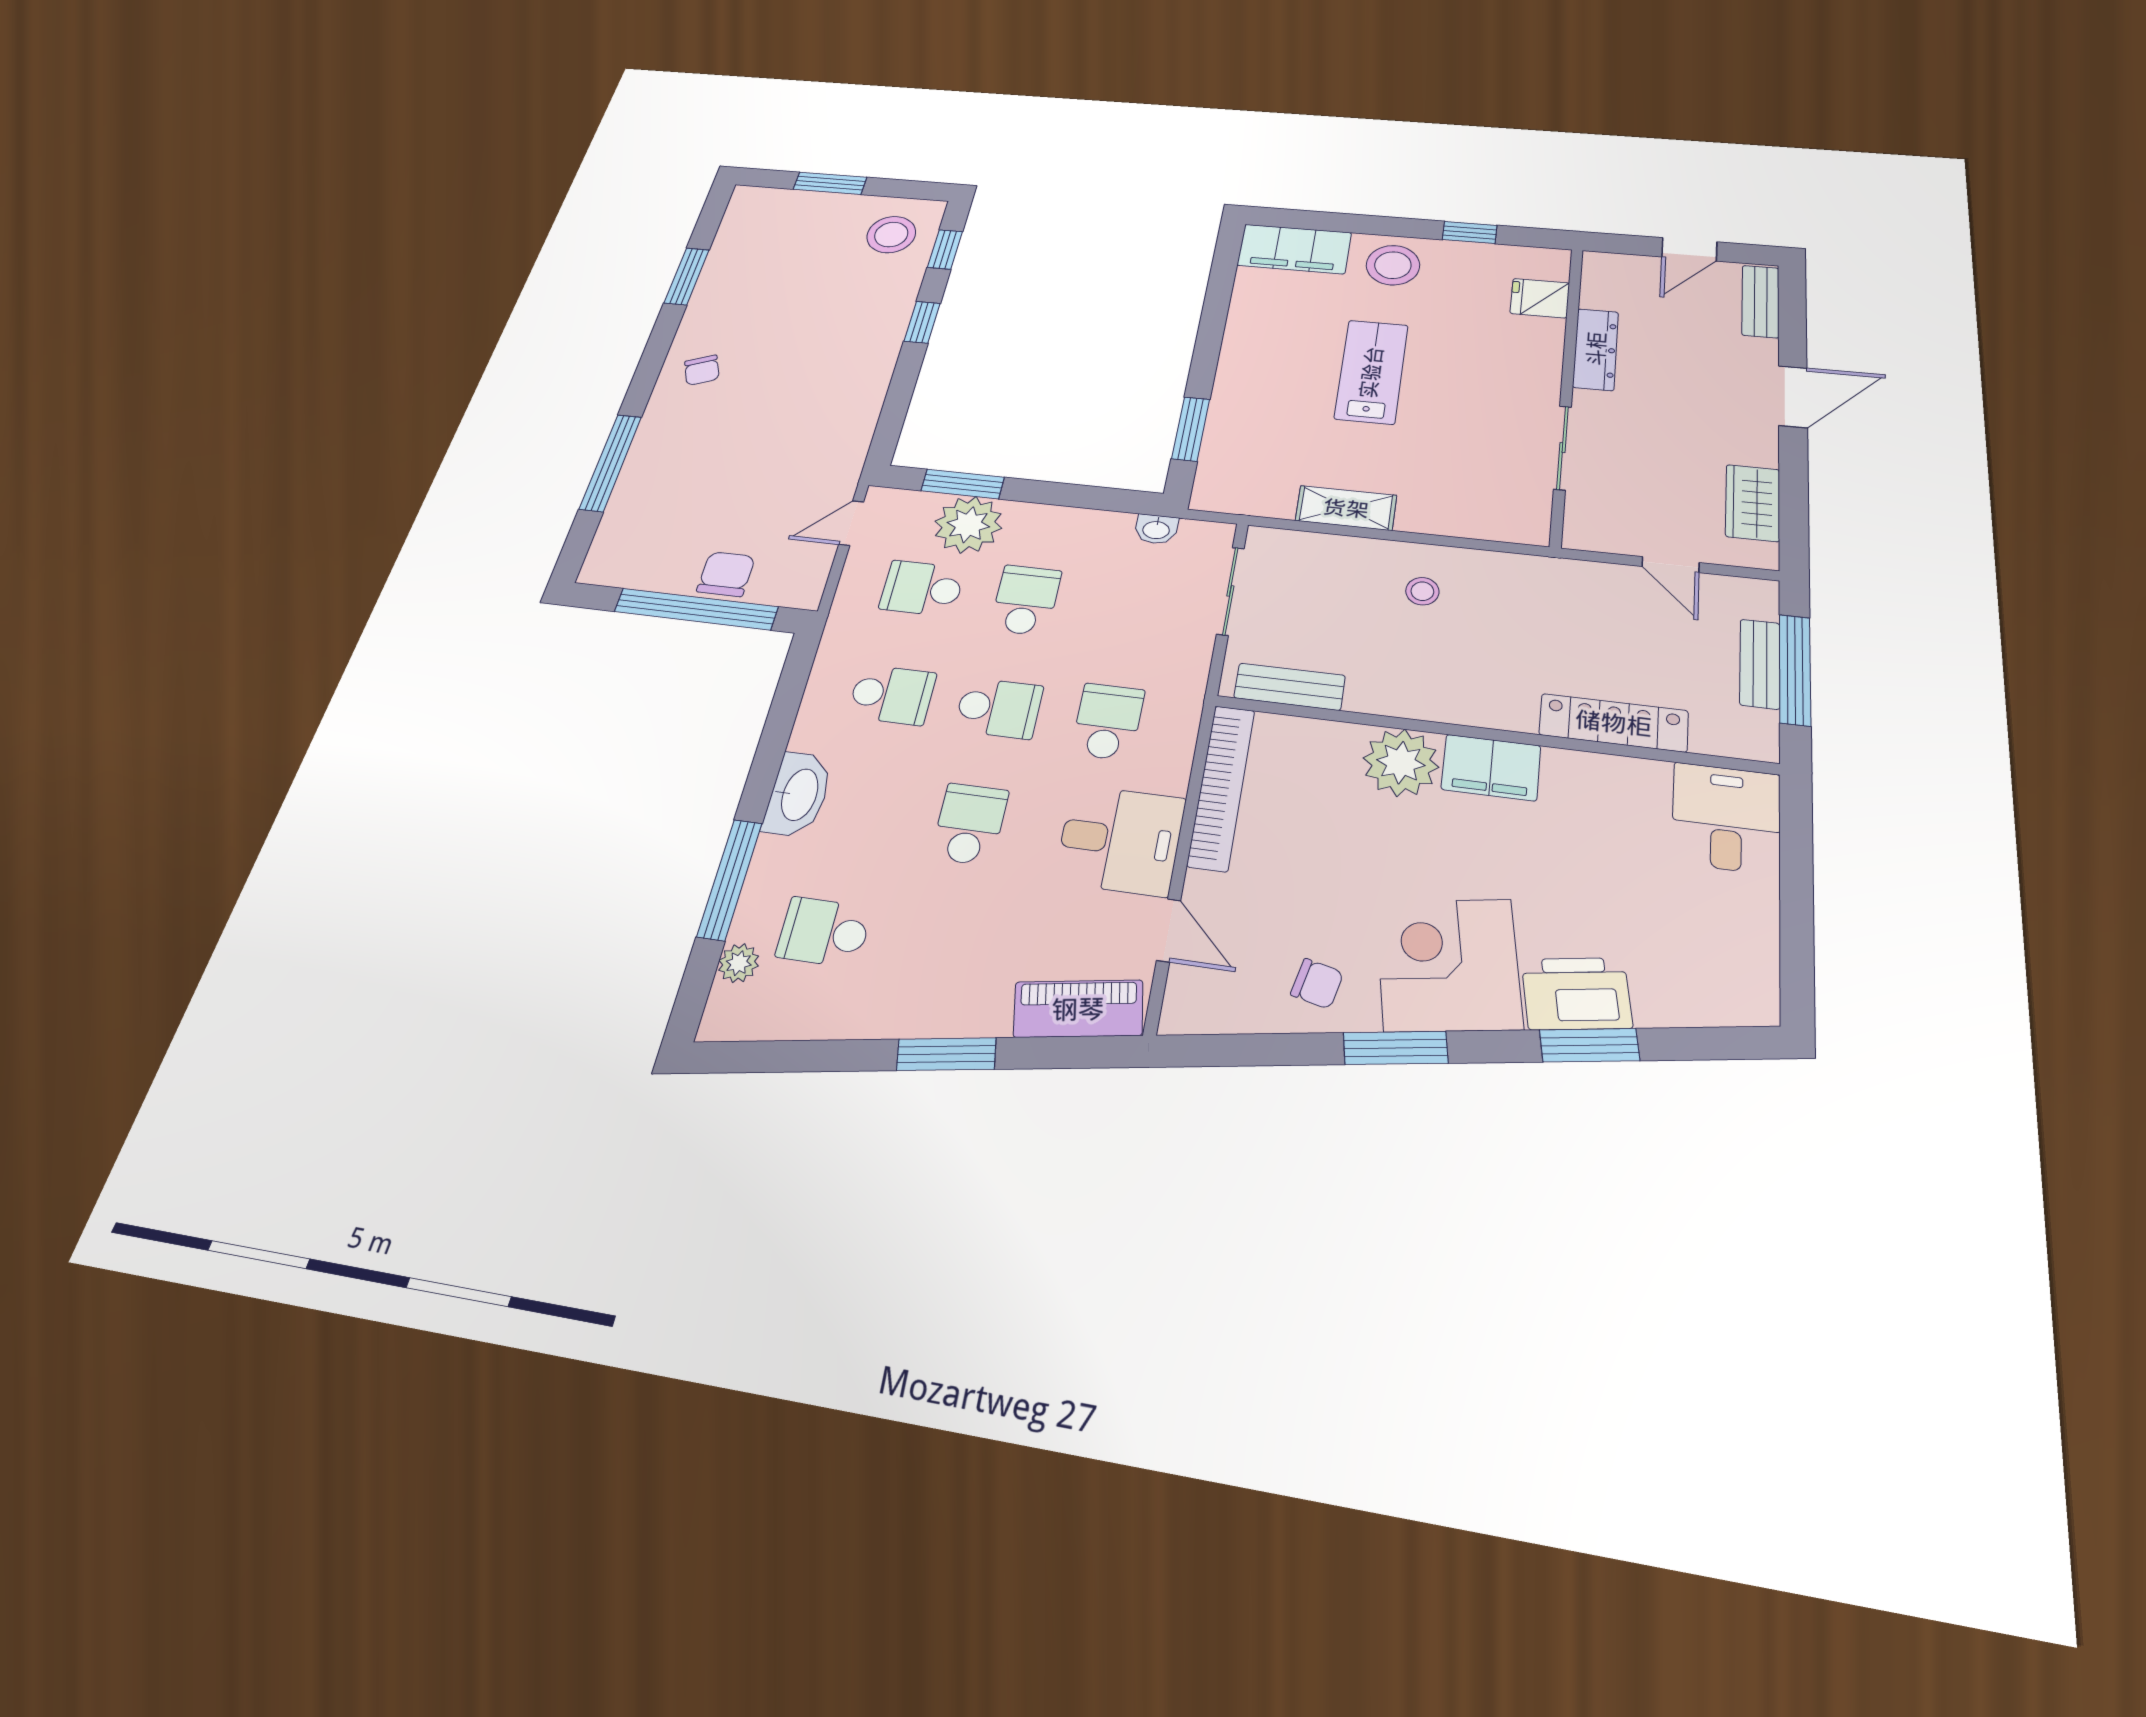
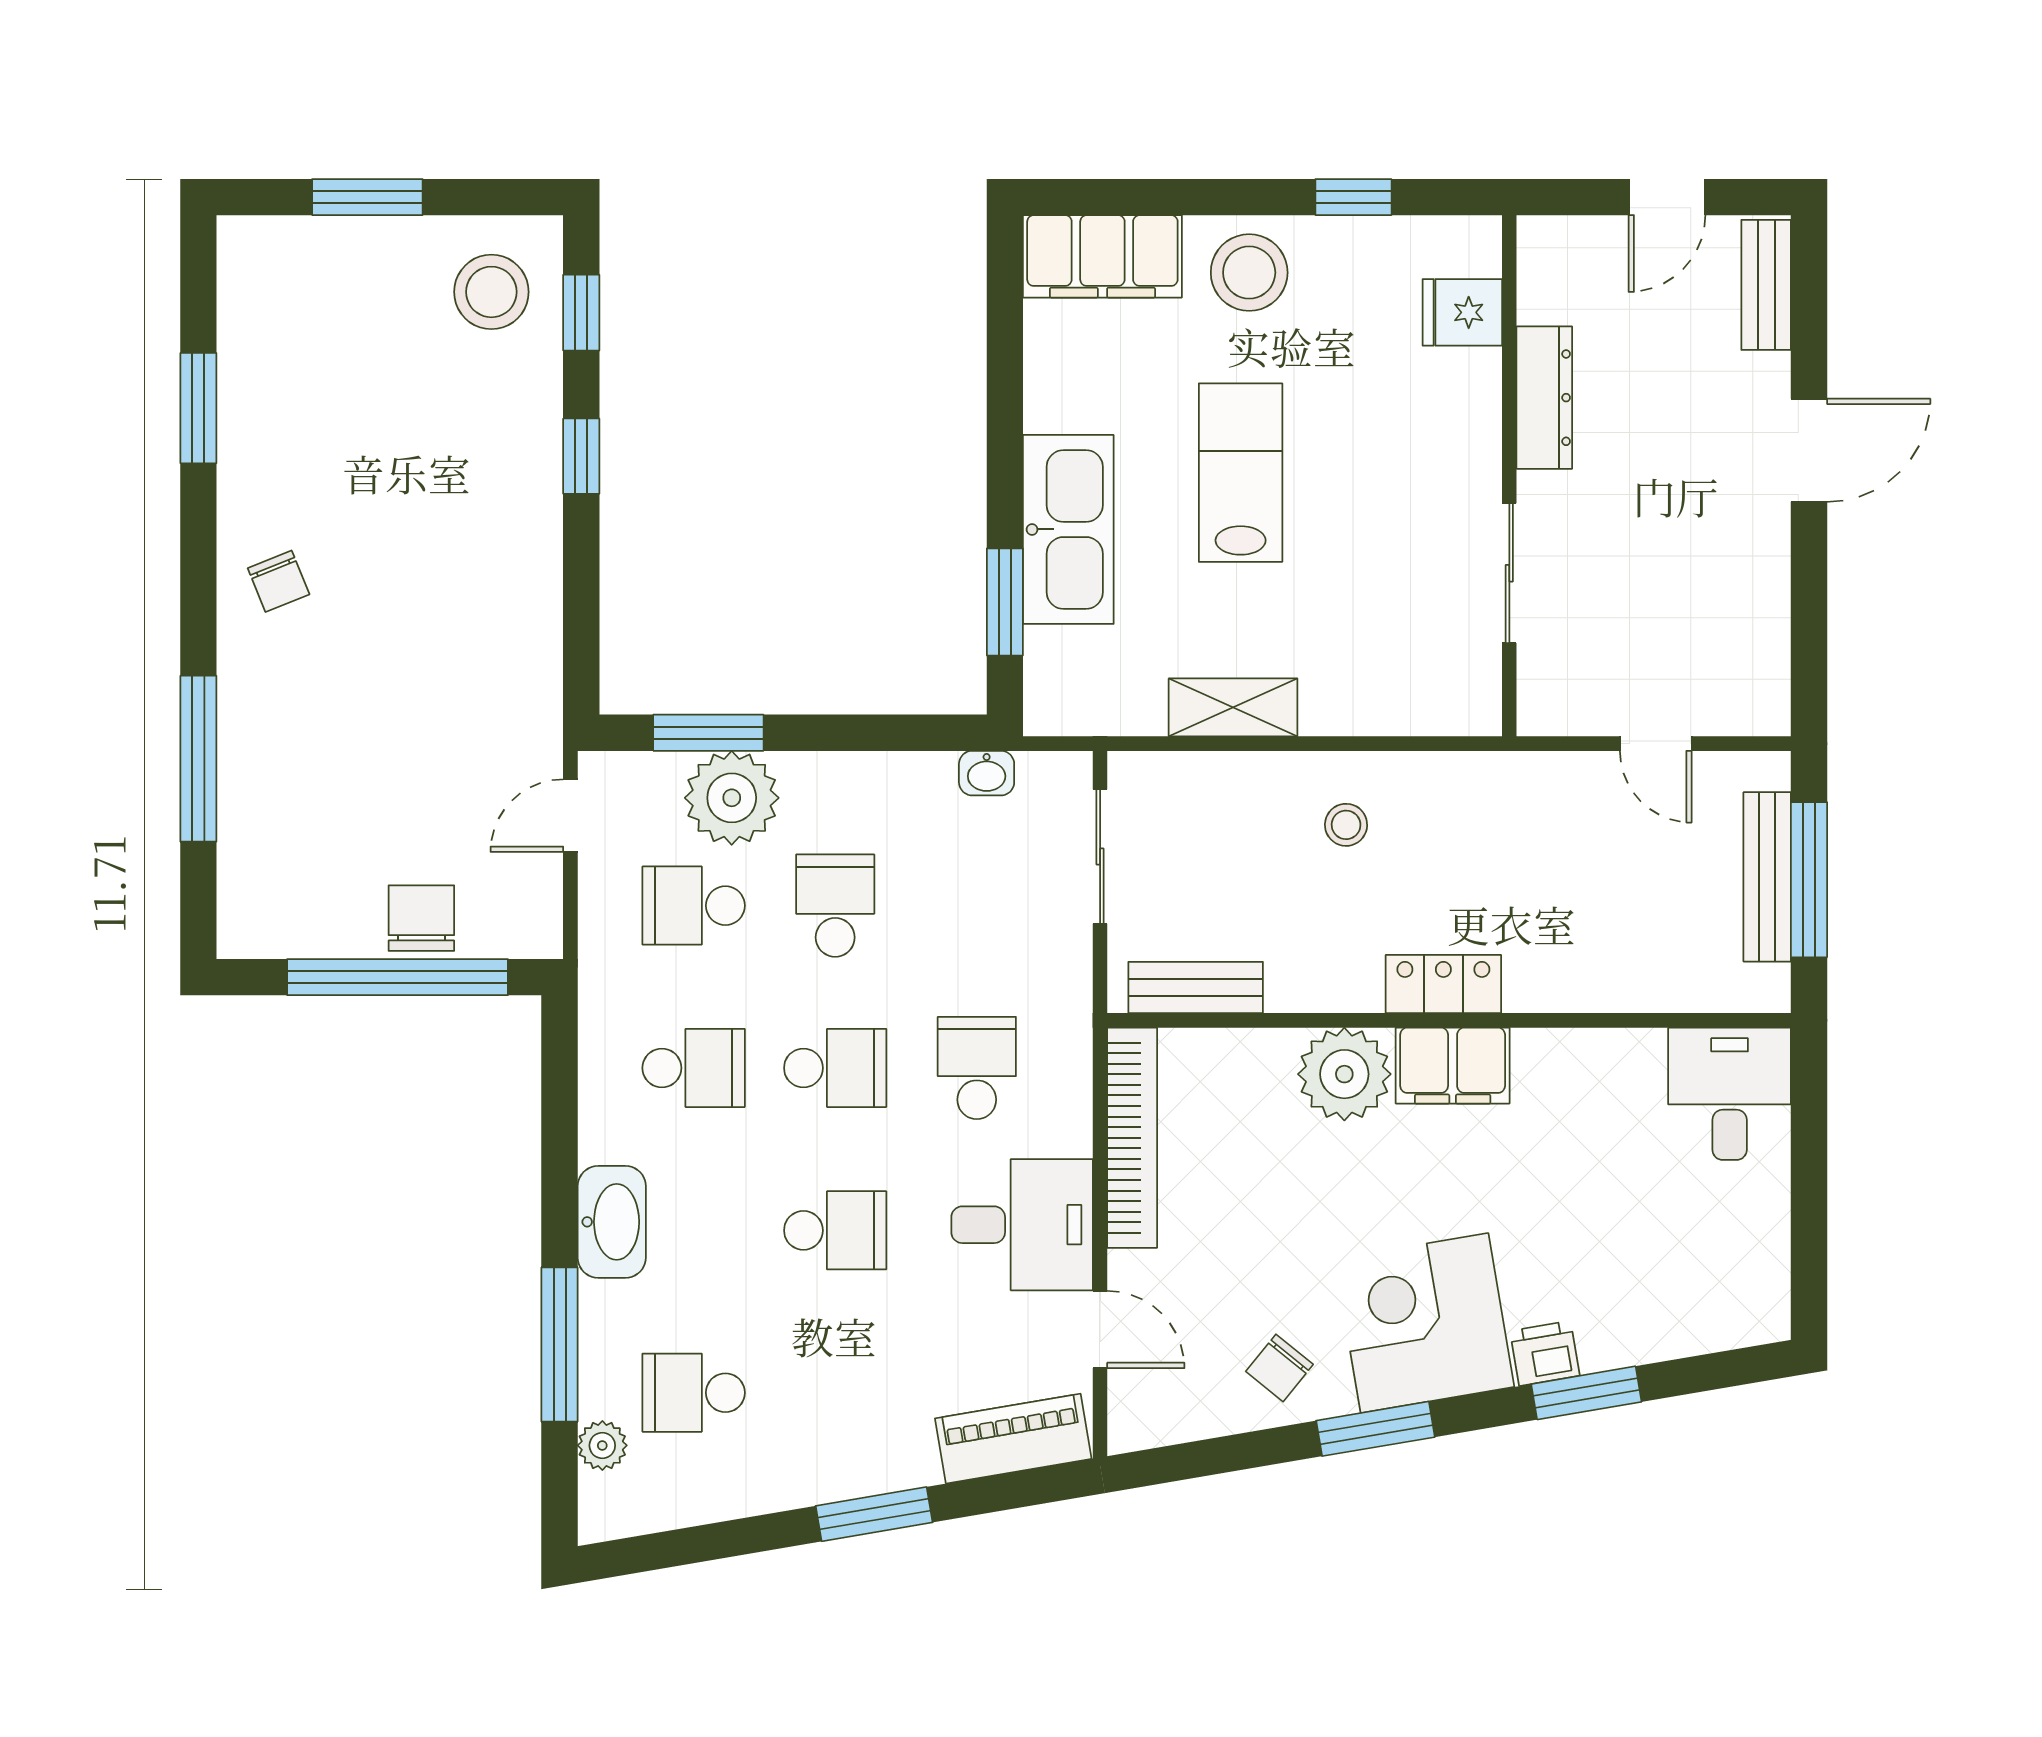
kitchen sink: (1244, 392) -> (1068, 529), added
wardrobe: (1753, 503) -> (1757, 633), removed
bench: (1760, 664) -> (1767, 877), width x1.36
locker: (1614, 723) -> (1443, 984), moved, width x0.66
school desk: (970, 824) -> (835, 1230), turned 90
chair: (1317, 984) -> (1279, 1368), turned 116
printer: (1577, 994) -> (1545, 1353), width x0.53, depth x0.68

